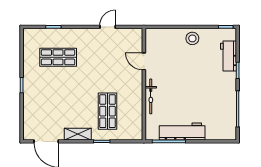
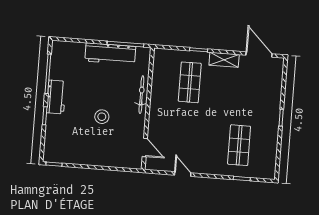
door: (108, 27) -> (183, 174), swing flipped
stool: (192, 38) -> (102, 117), moved
workbench: (228, 56) -> (56, 97), moved
shop shelf: (58, 57) -> (239, 145), turned 90
door: (144, 61) -> (145, 147), moved

